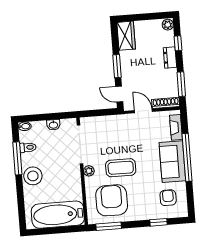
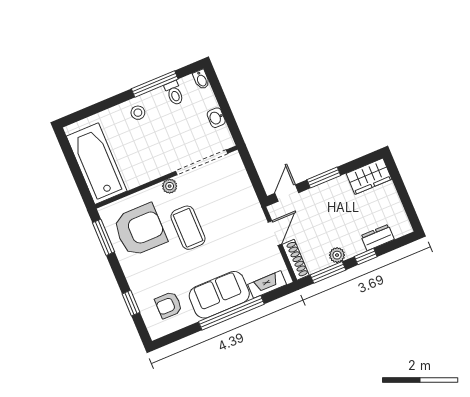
plant: (168, 25) -> (337, 255), moved
window: (178, 43) -> (366, 257), moved
dresser: (170, 57) -> (378, 238), moved
stool: (33, 176) -> (138, 113), width x0.53, depth x0.53
armchair: (168, 198) -> (169, 305), turned 180

